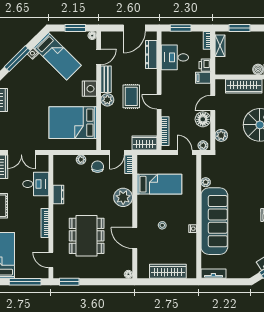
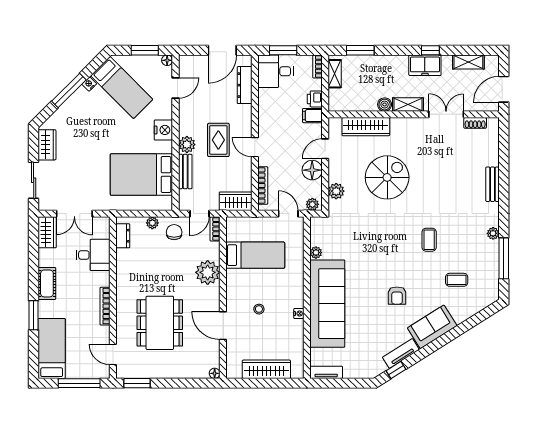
desk: (175, 57) -> (276, 71), moved
bench: (106, 79) -> (185, 172), moved
dresser: (58, 195) -> (123, 236), moved

